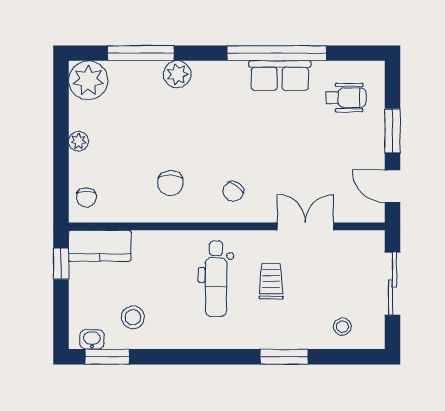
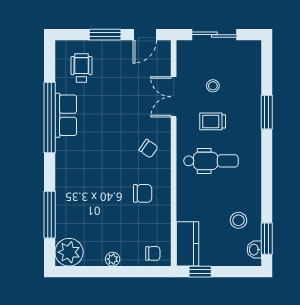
plant: (177, 74) -> (65, 189), removed
stool: (342, 327) -> (213, 86), moved

